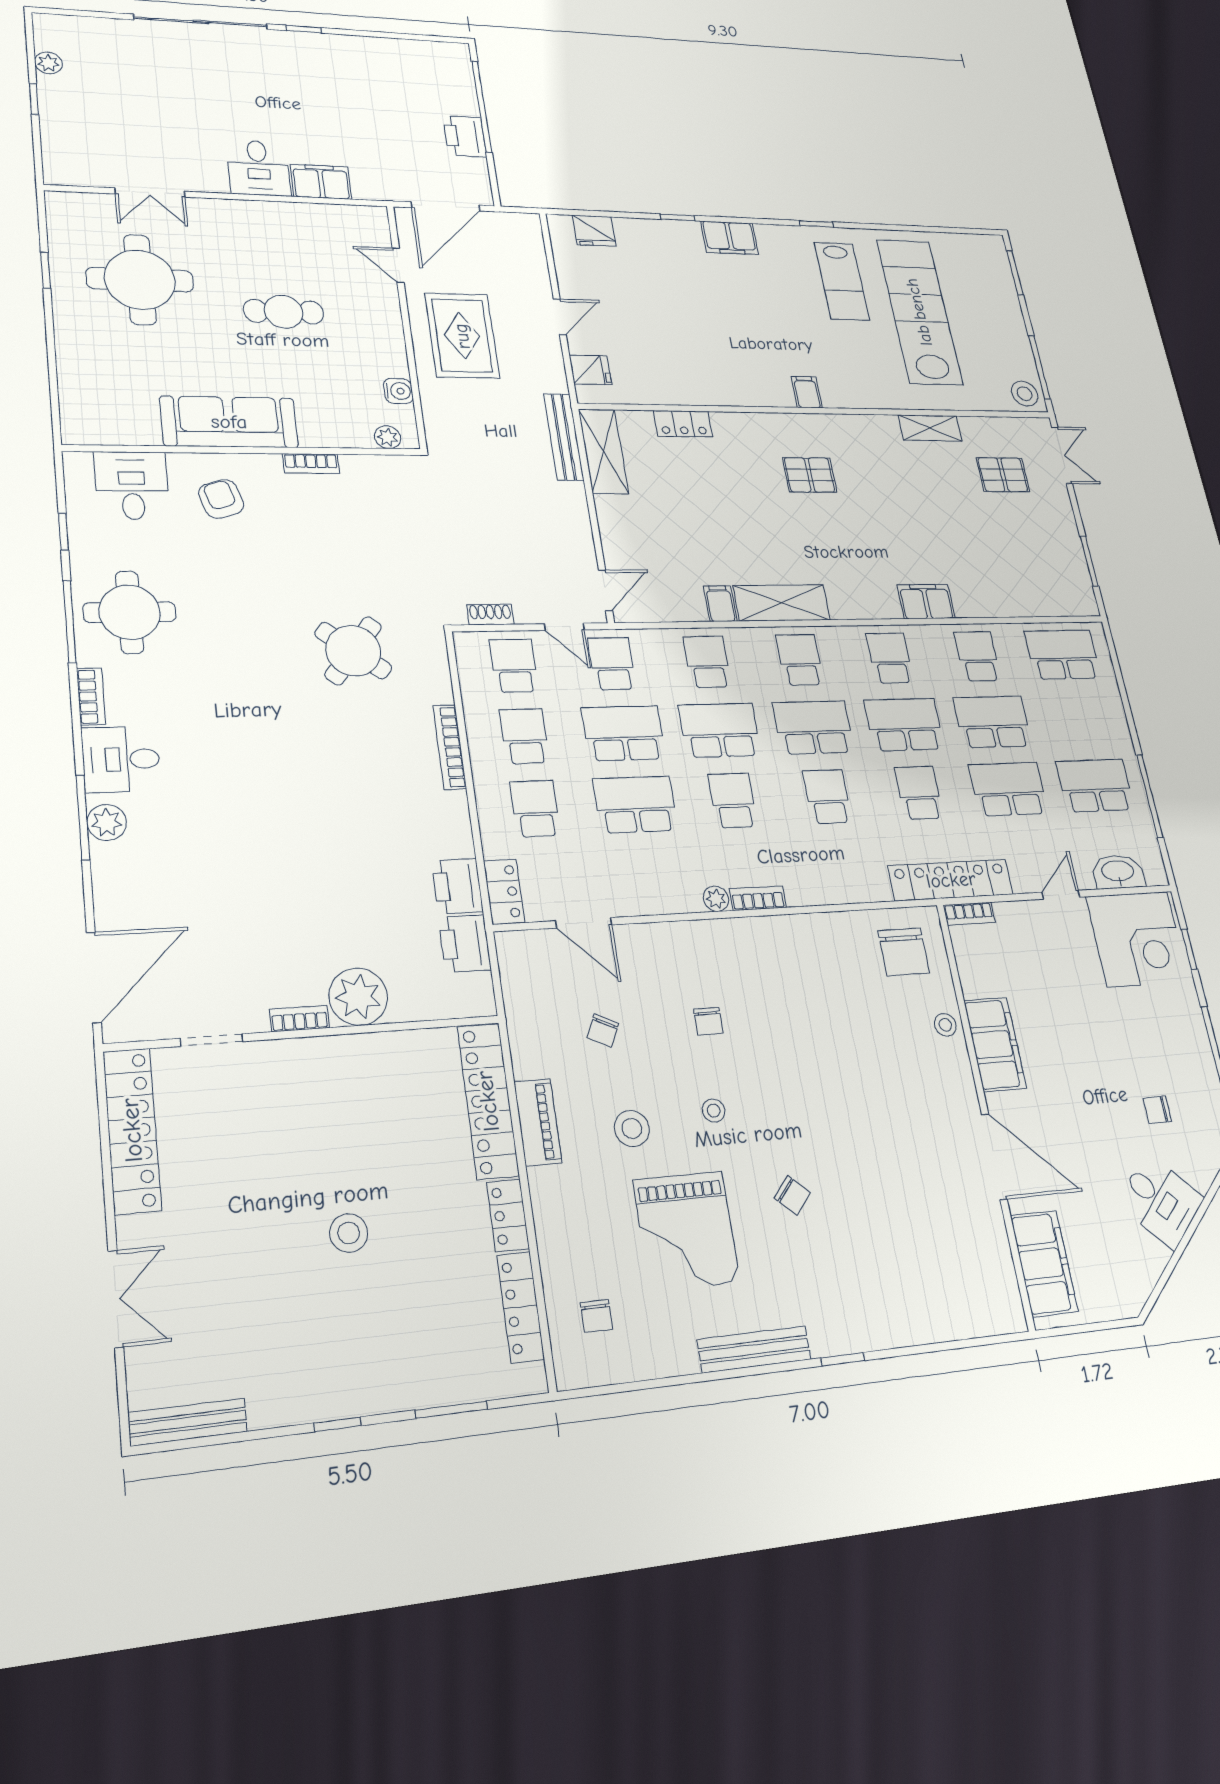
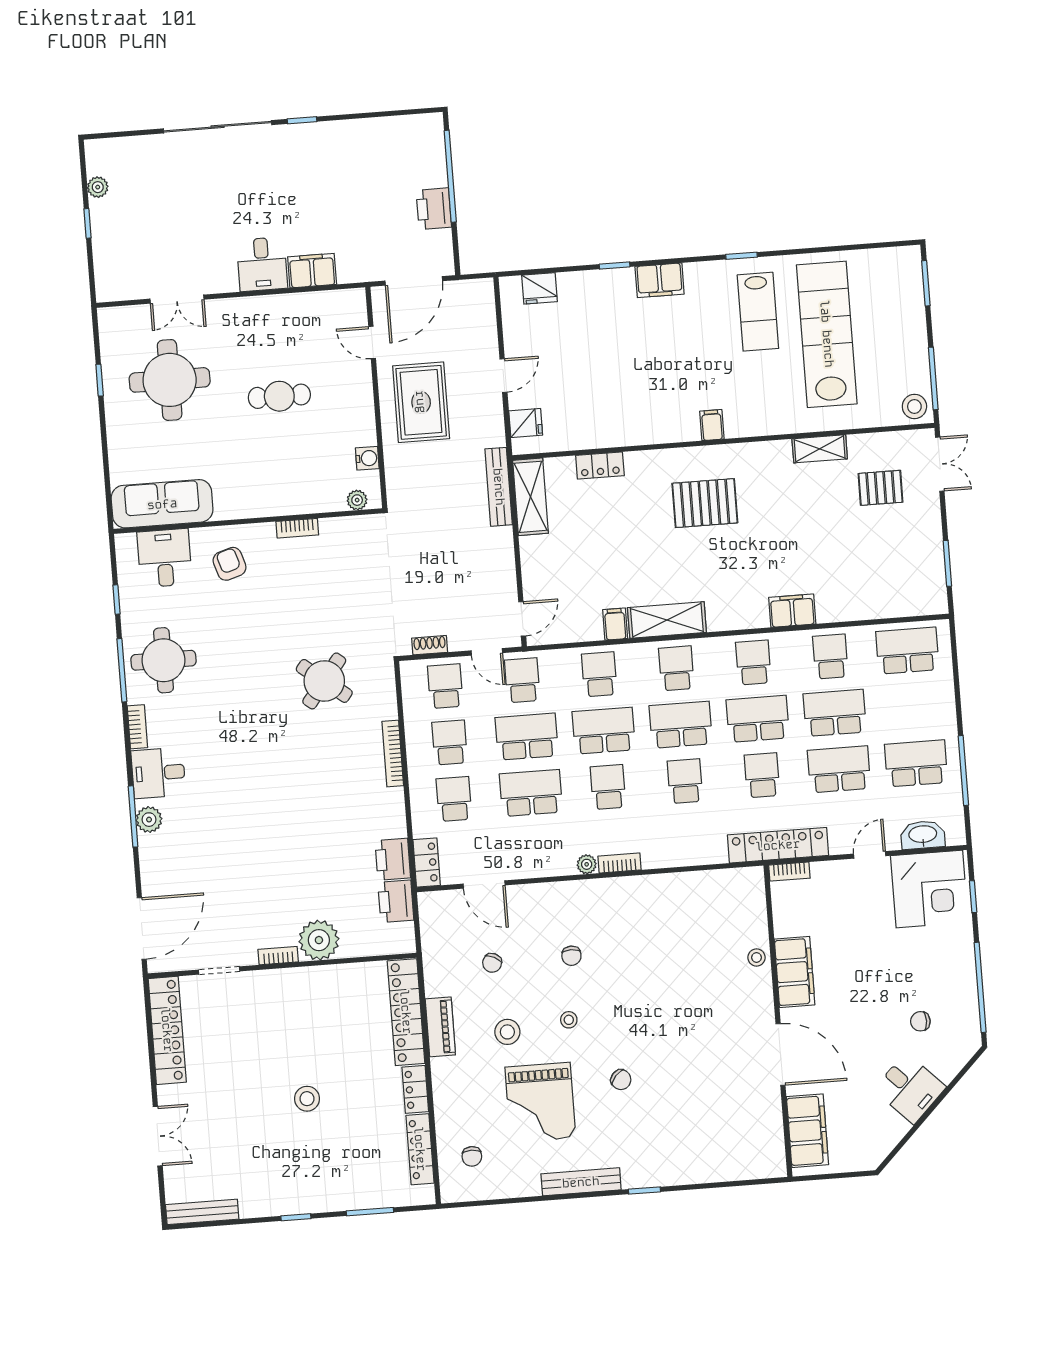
sofa: (229, 422) -> (162, 504), moved
pallet: (810, 475) -> (705, 503), width x1.50, depth x1.42
chair: (904, 952) -> (731, 902), removed

